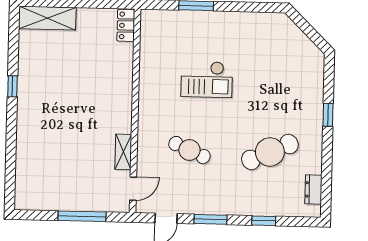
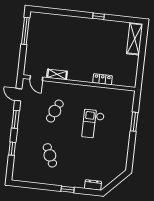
locker: (126, 25) -> (102, 79), moved
cafe table: (270, 152) -> (50, 155), width x0.73, depth x0.74
dresser: (313, 190) -> (93, 185), moved
window: (82, 216) -> (25, 31), moved

